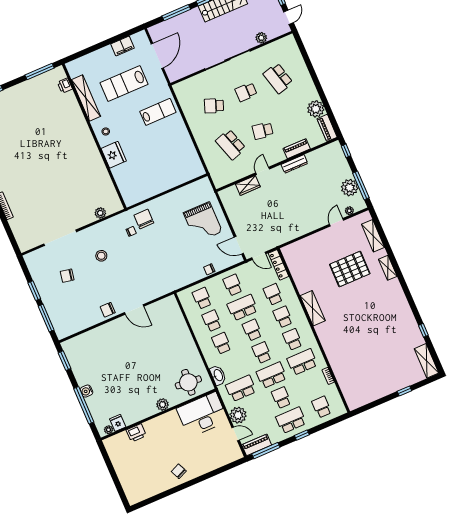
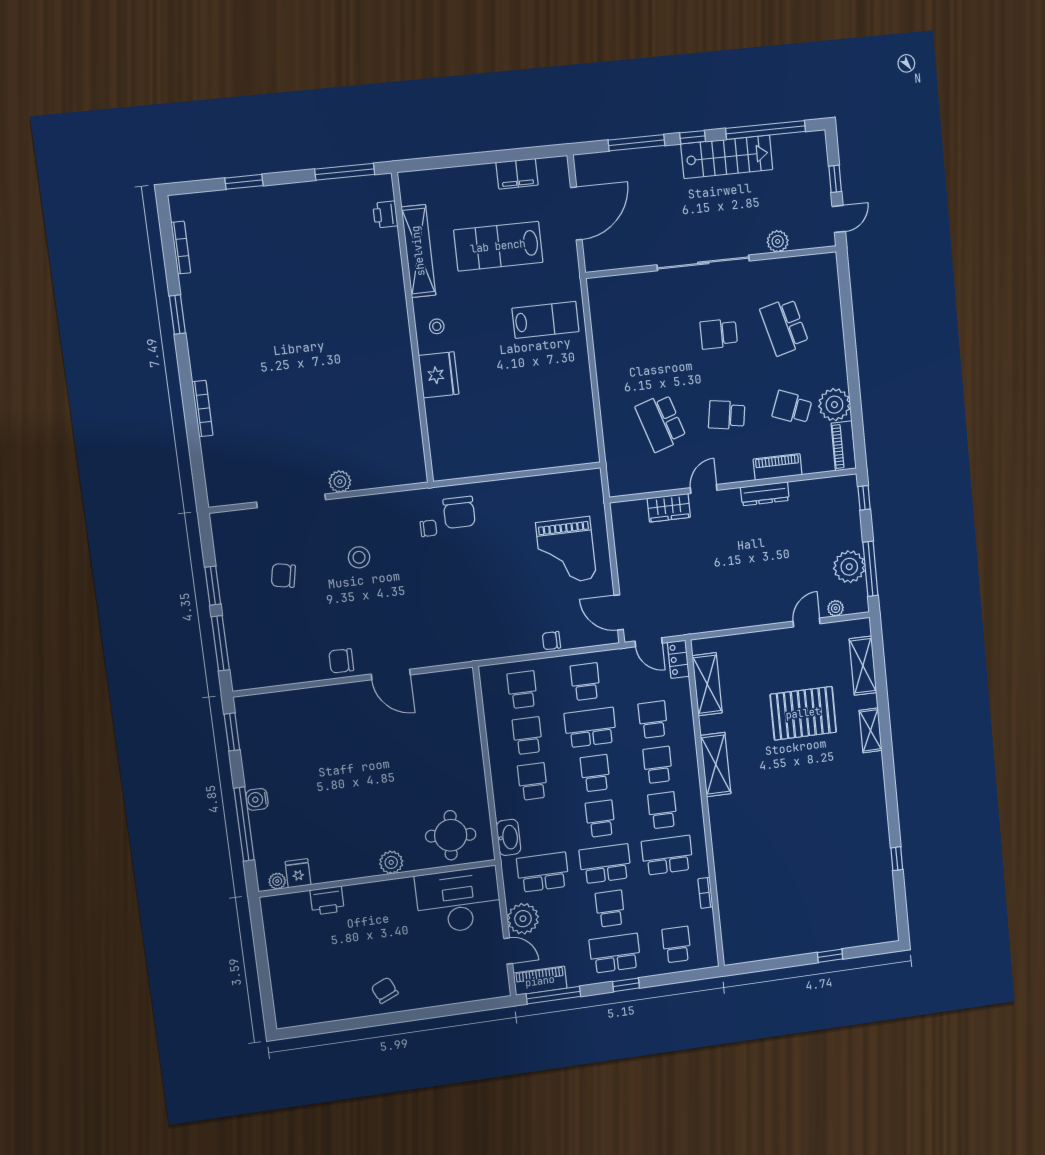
school desk: (214, 106) -> (792, 408), moved
plant: (100, 213) -> (340, 482), moved
chair: (144, 219) -> (459, 512), turned 180
locker: (279, 265) -> (678, 659), width x0.66
shelving: (426, 361) -> (707, 684), moved

